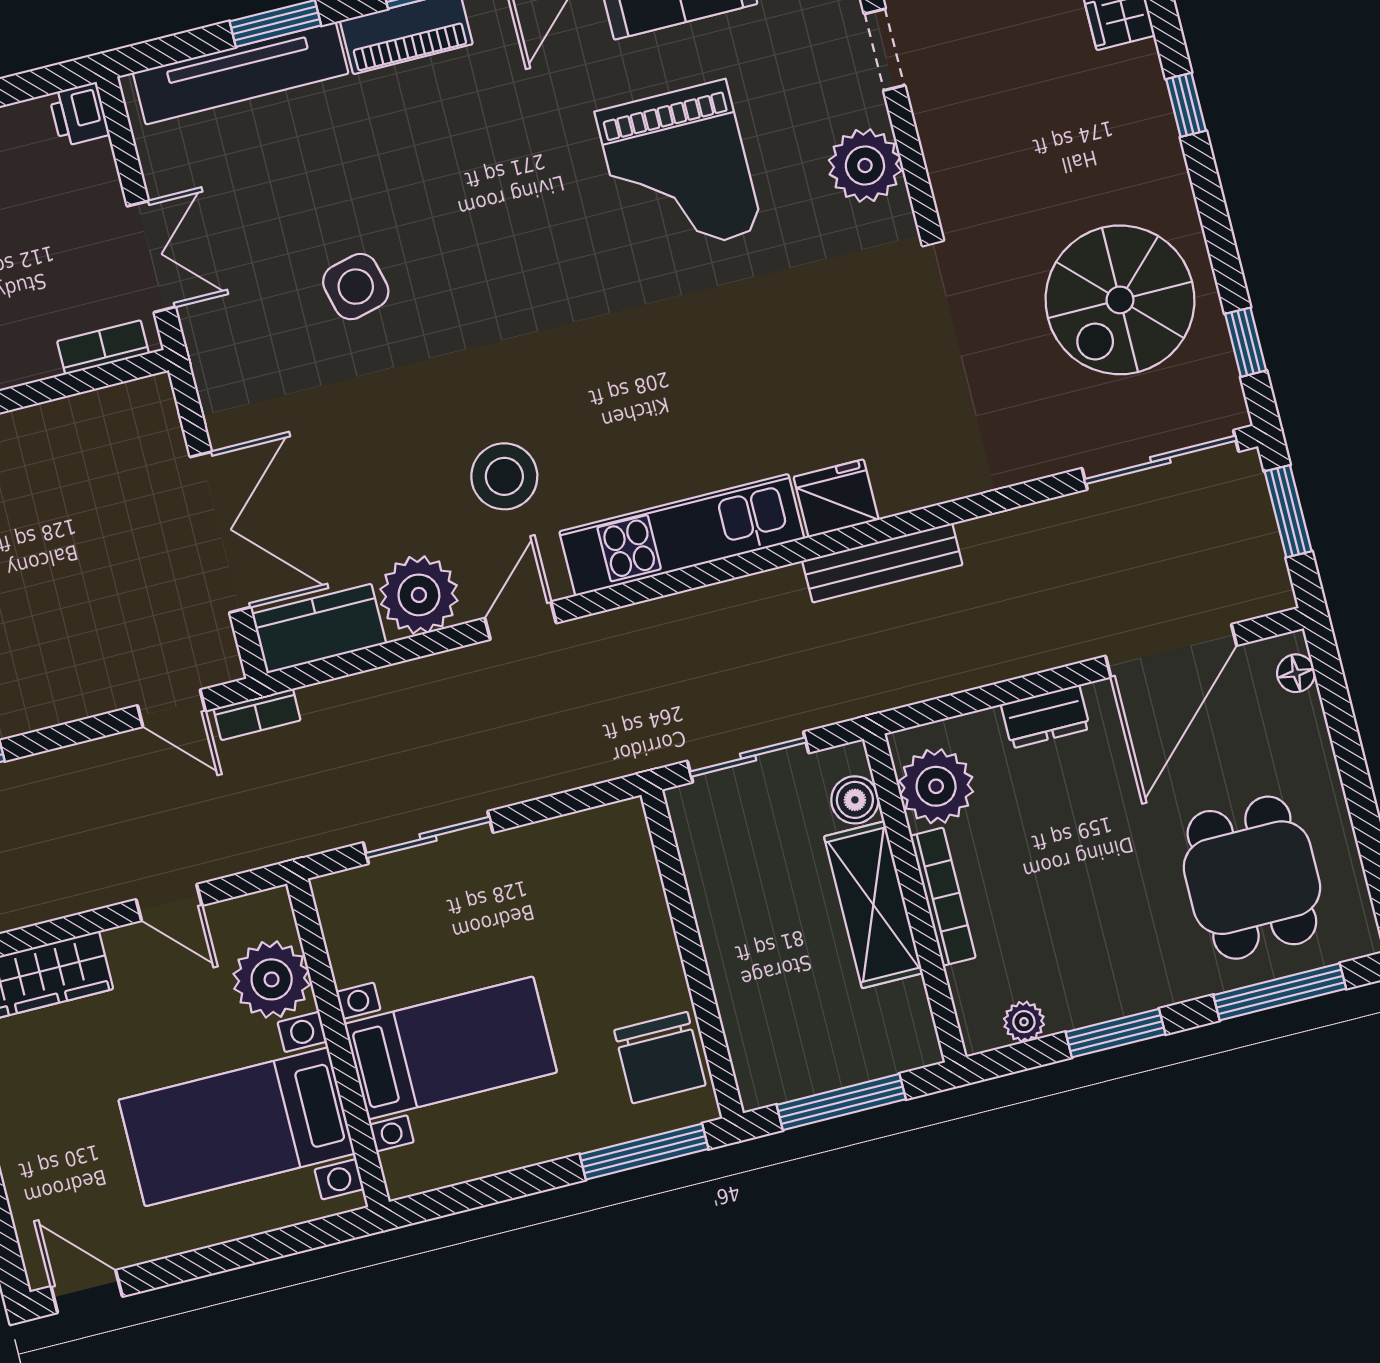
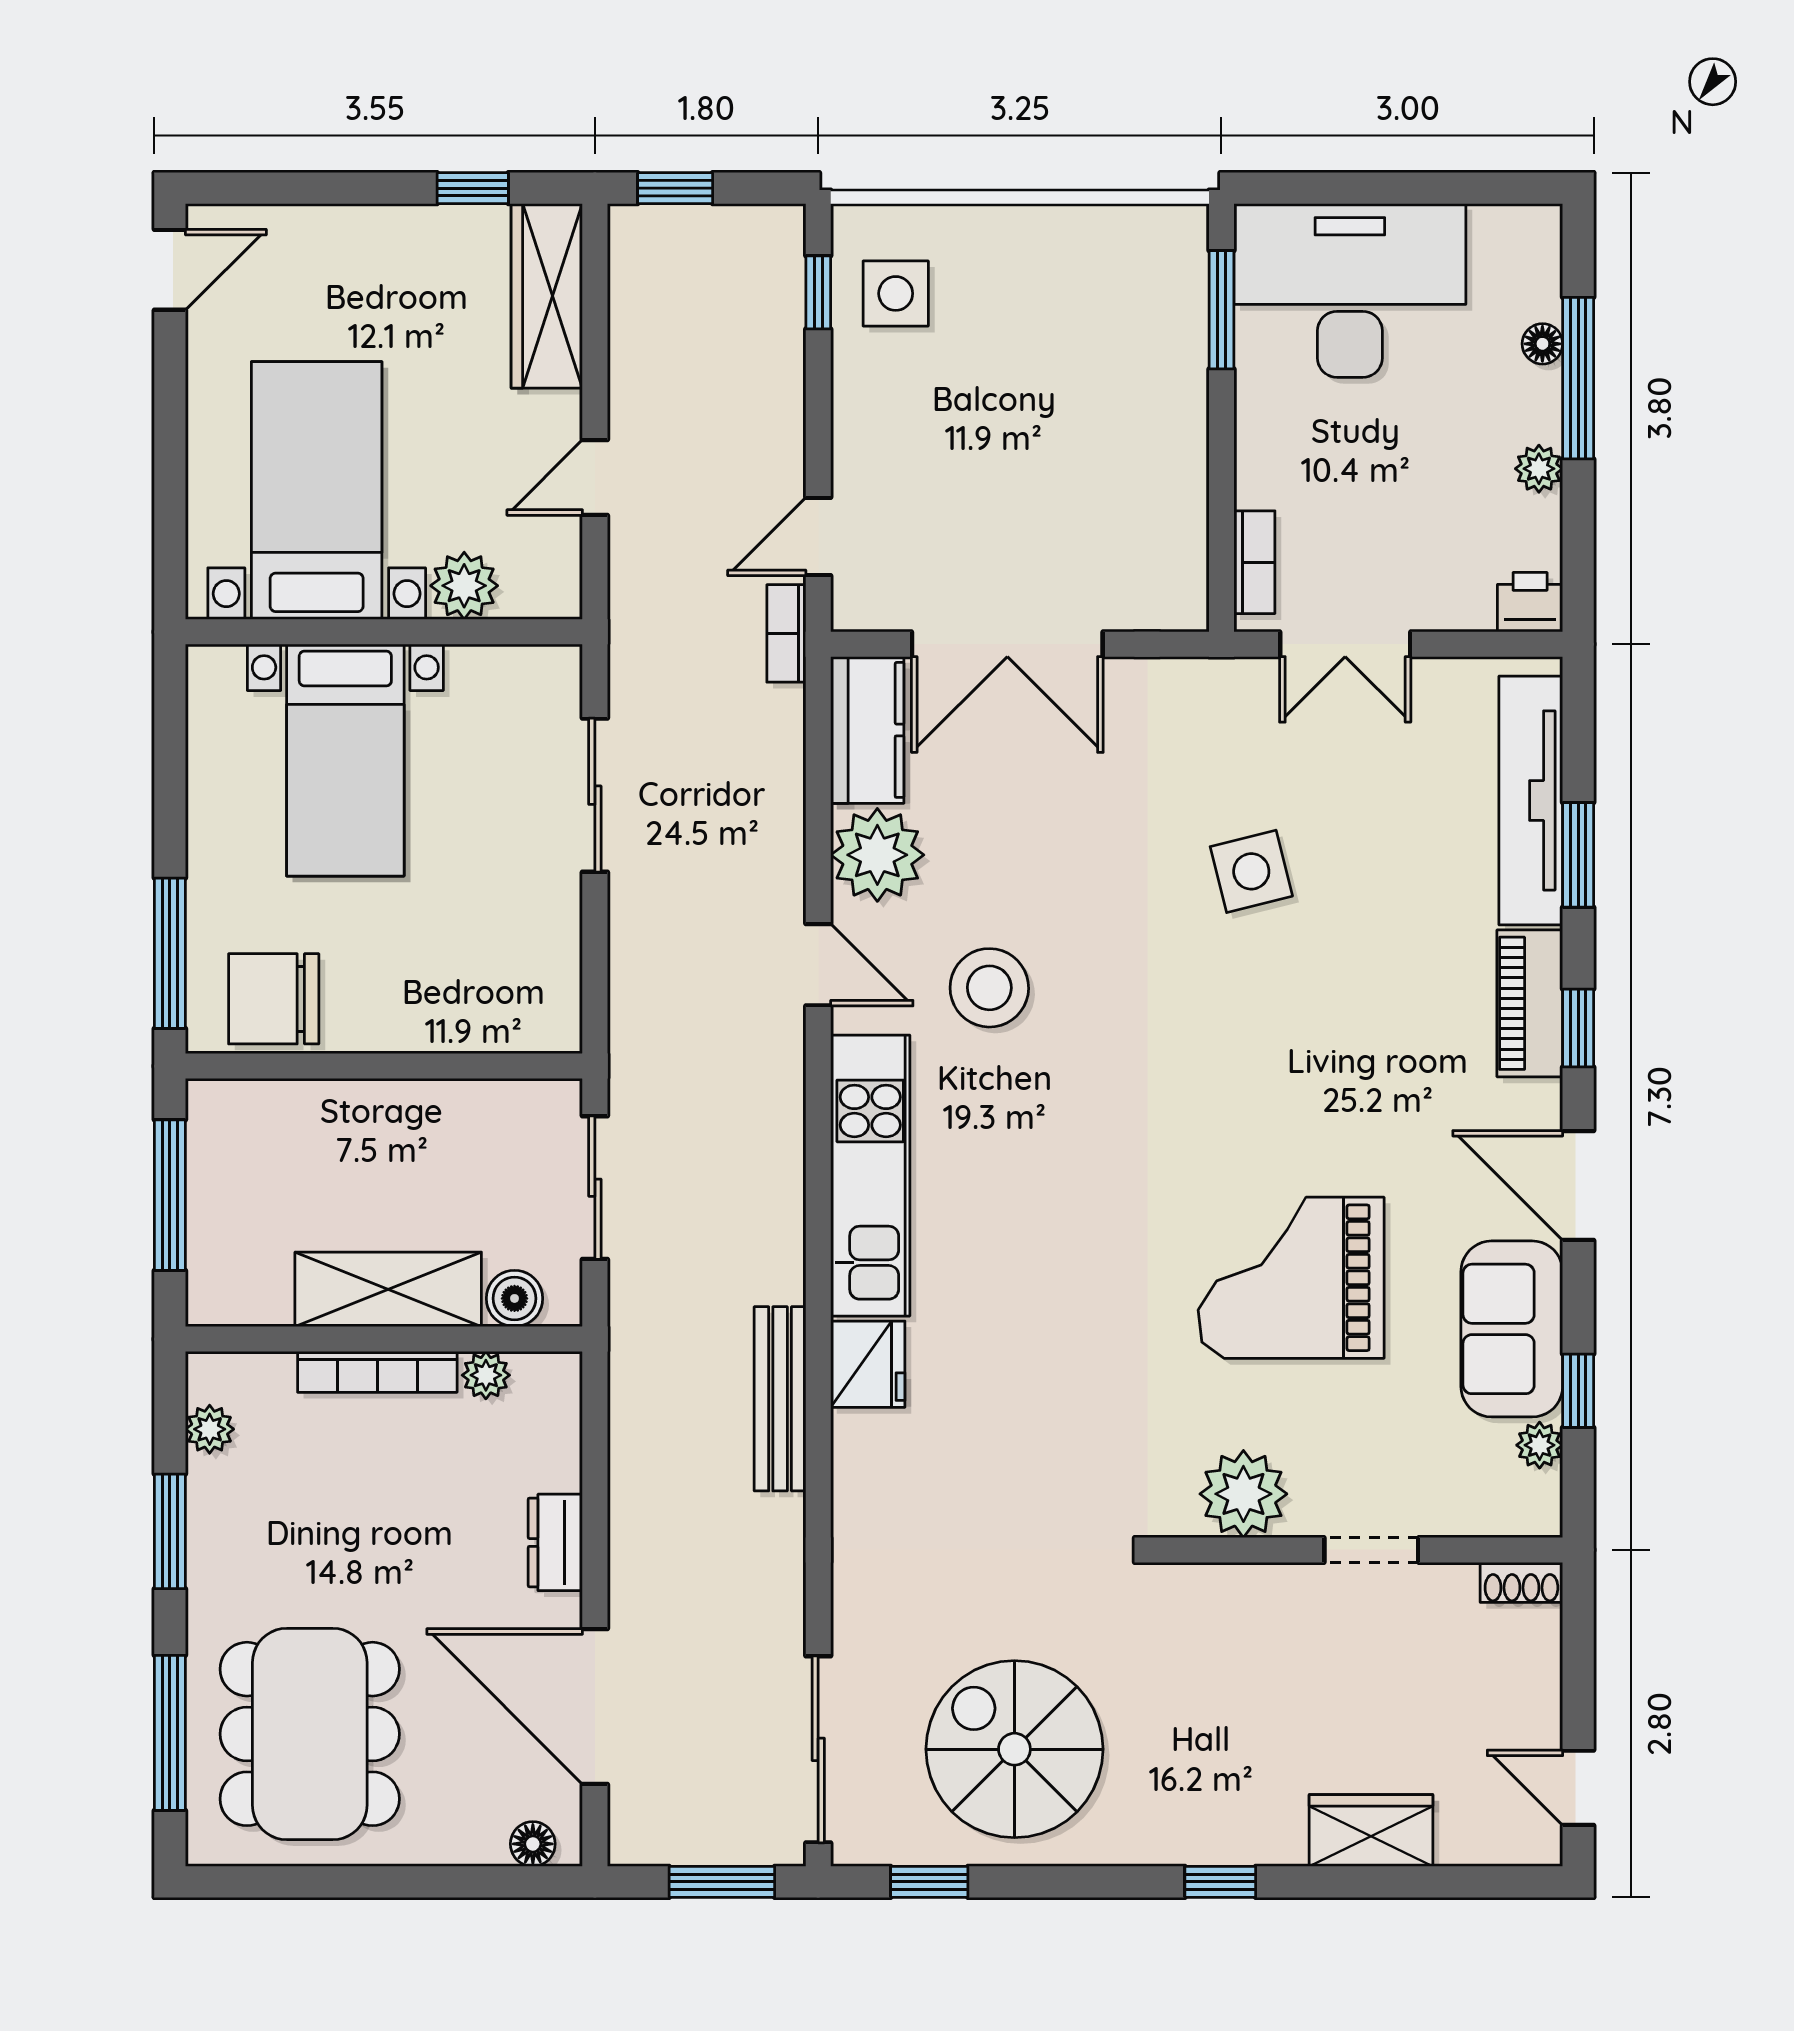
plant: (936, 786) -> (486, 1375), width x0.53, depth x0.53
dining table: (1252, 878) -> (310, 1734), width x1.38
plant: (272, 979) -> (464, 586), width x0.73, depth x0.73

